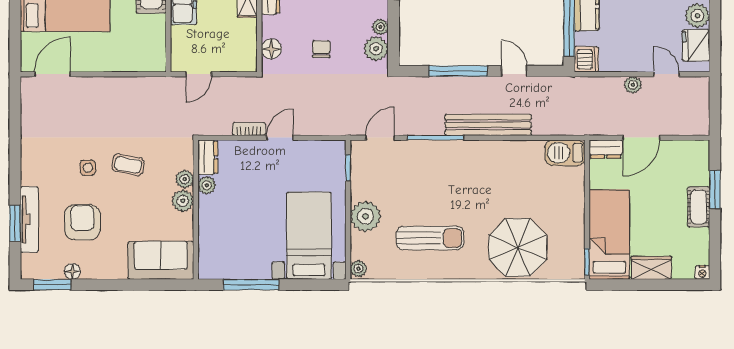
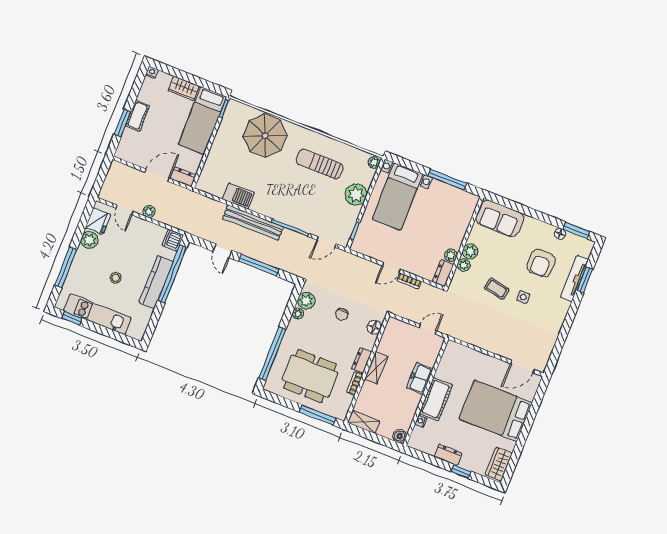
barbecue: (565, 153) -> (238, 196), moved

